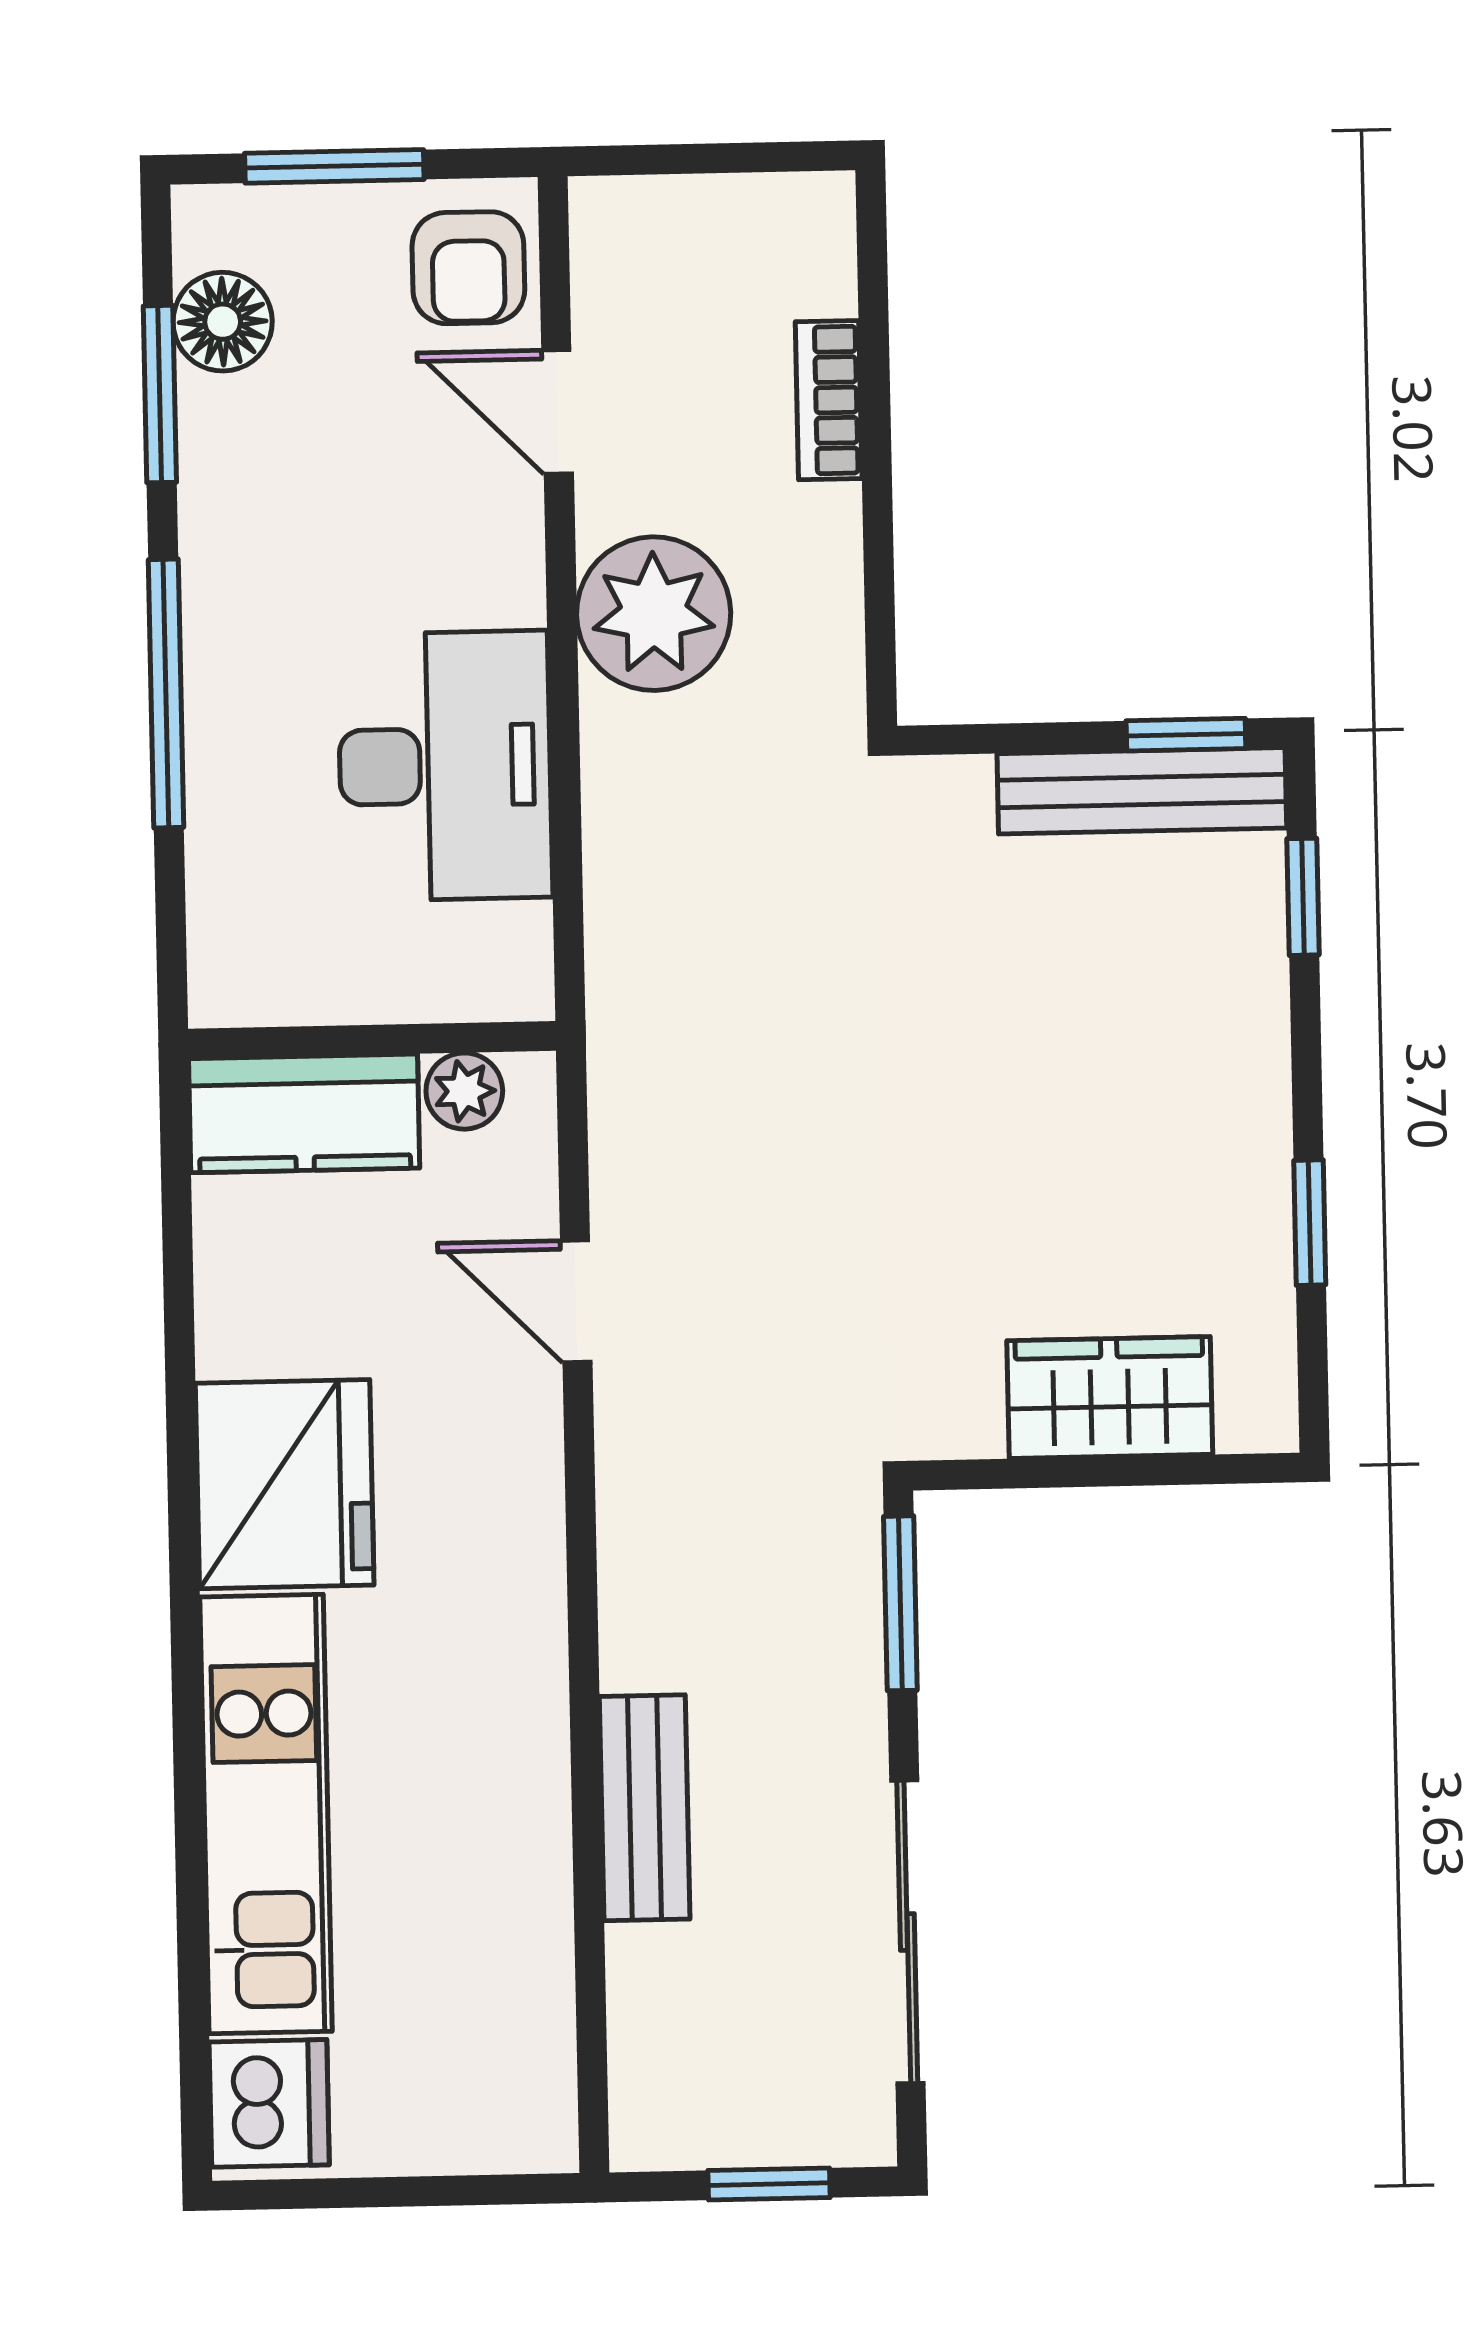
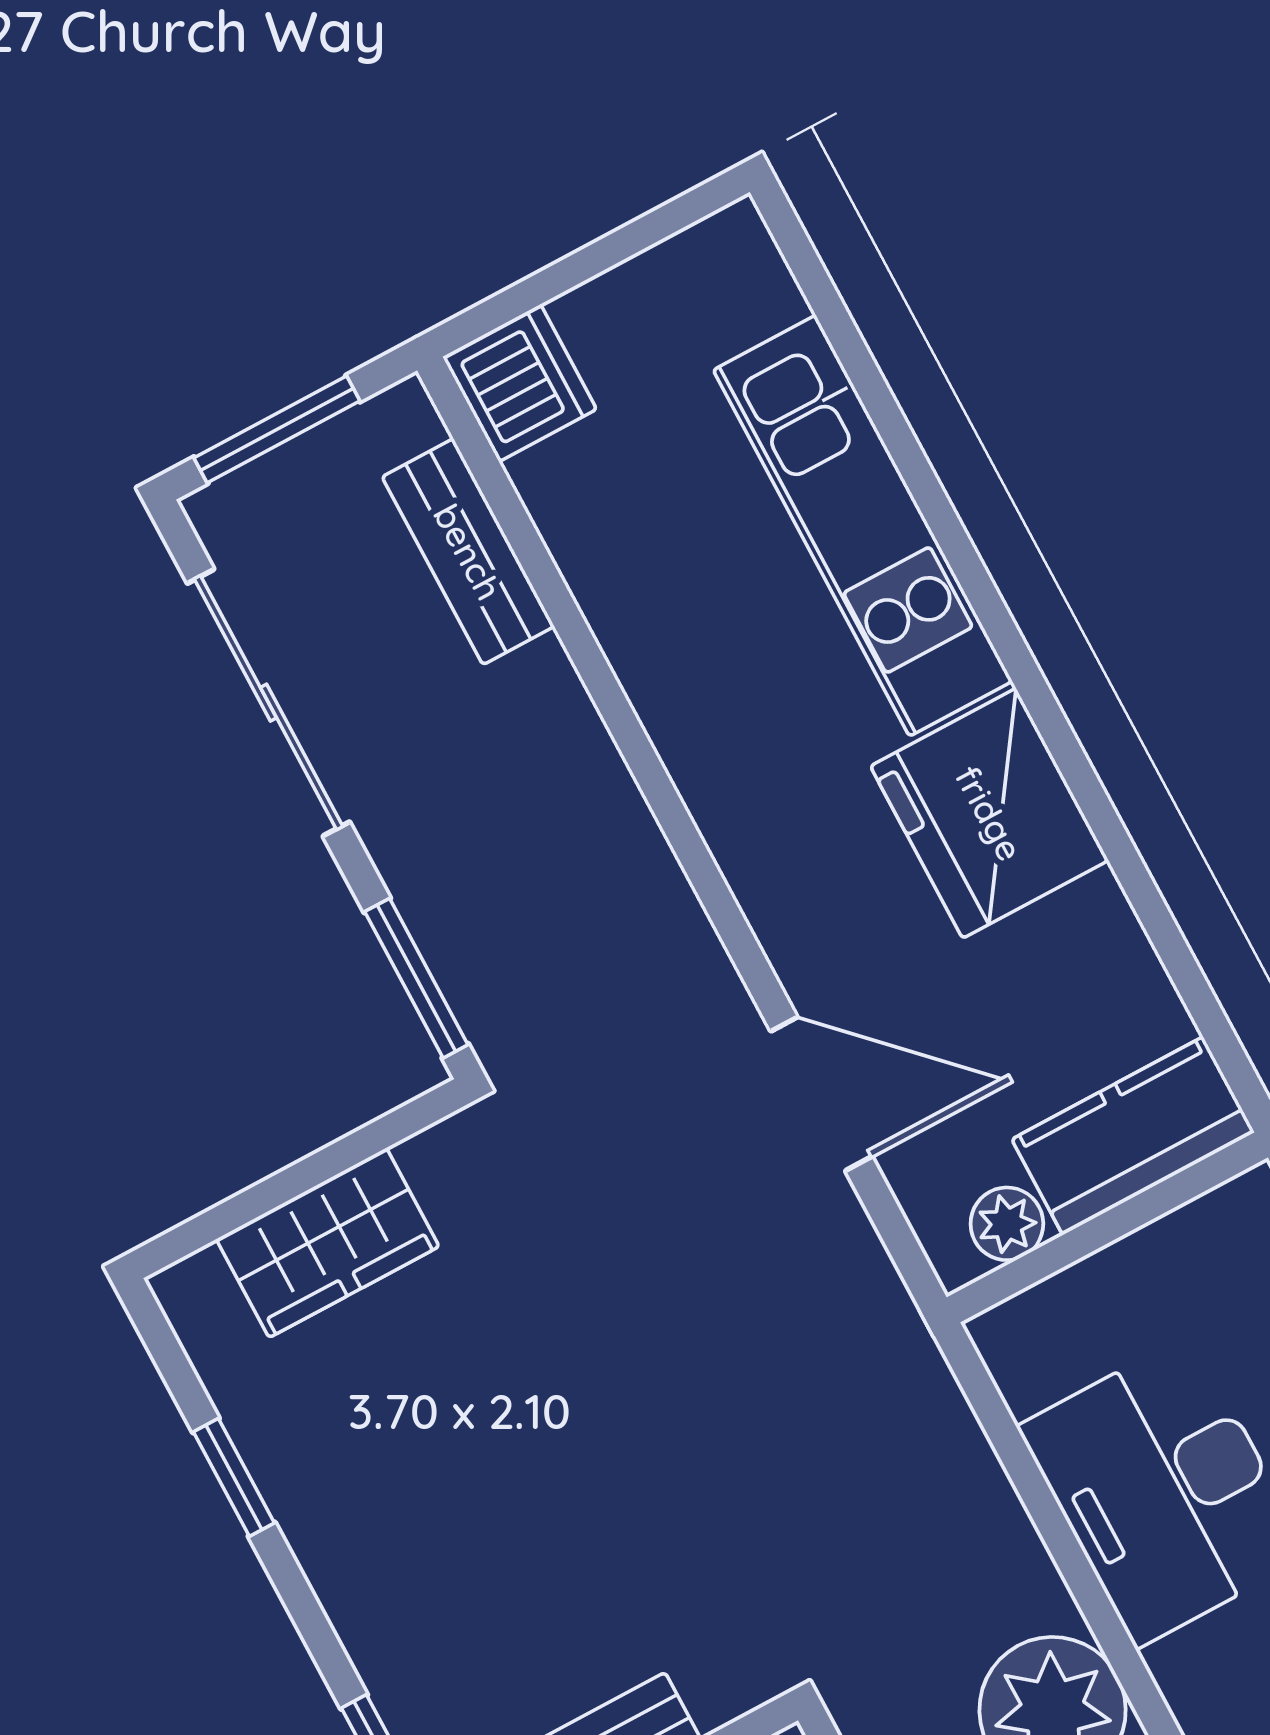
door: (576, 1301) -> (821, 1094), width x1.38
bench: (645, 1808) -> (468, 552), moved
dishwasher: (269, 2103) -> (520, 383), moved, turned 180
window: (769, 2184) -> (277, 429), width x1.50

